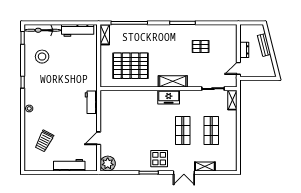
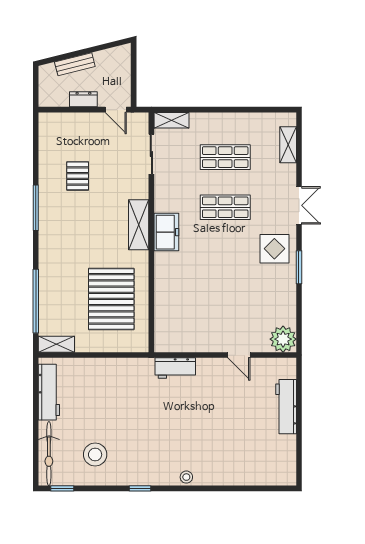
trolley: (44, 141) -> (243, 451), removed
shelving: (205, 166) -> (288, 145), moved

